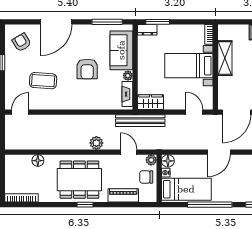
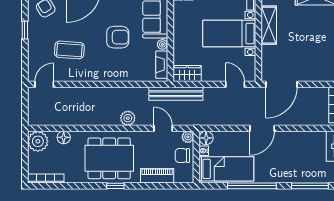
armchair: (87, 69) -> (118, 37), turned -90
plant: (14, 164) -> (38, 141), added

